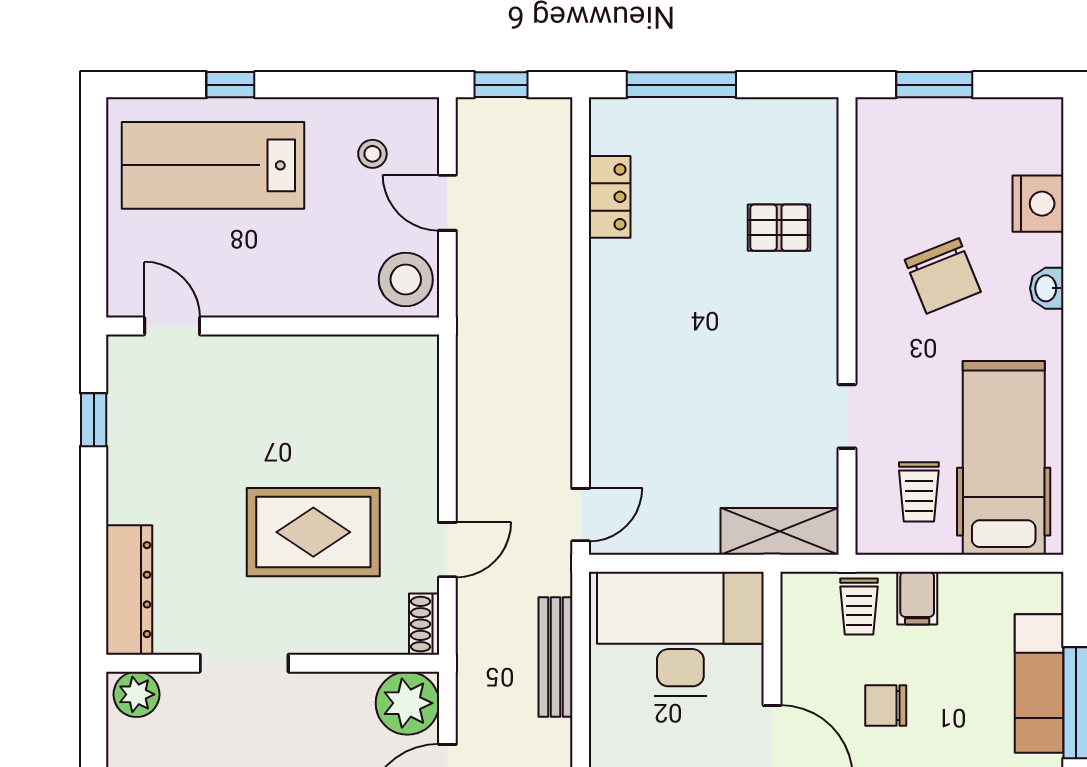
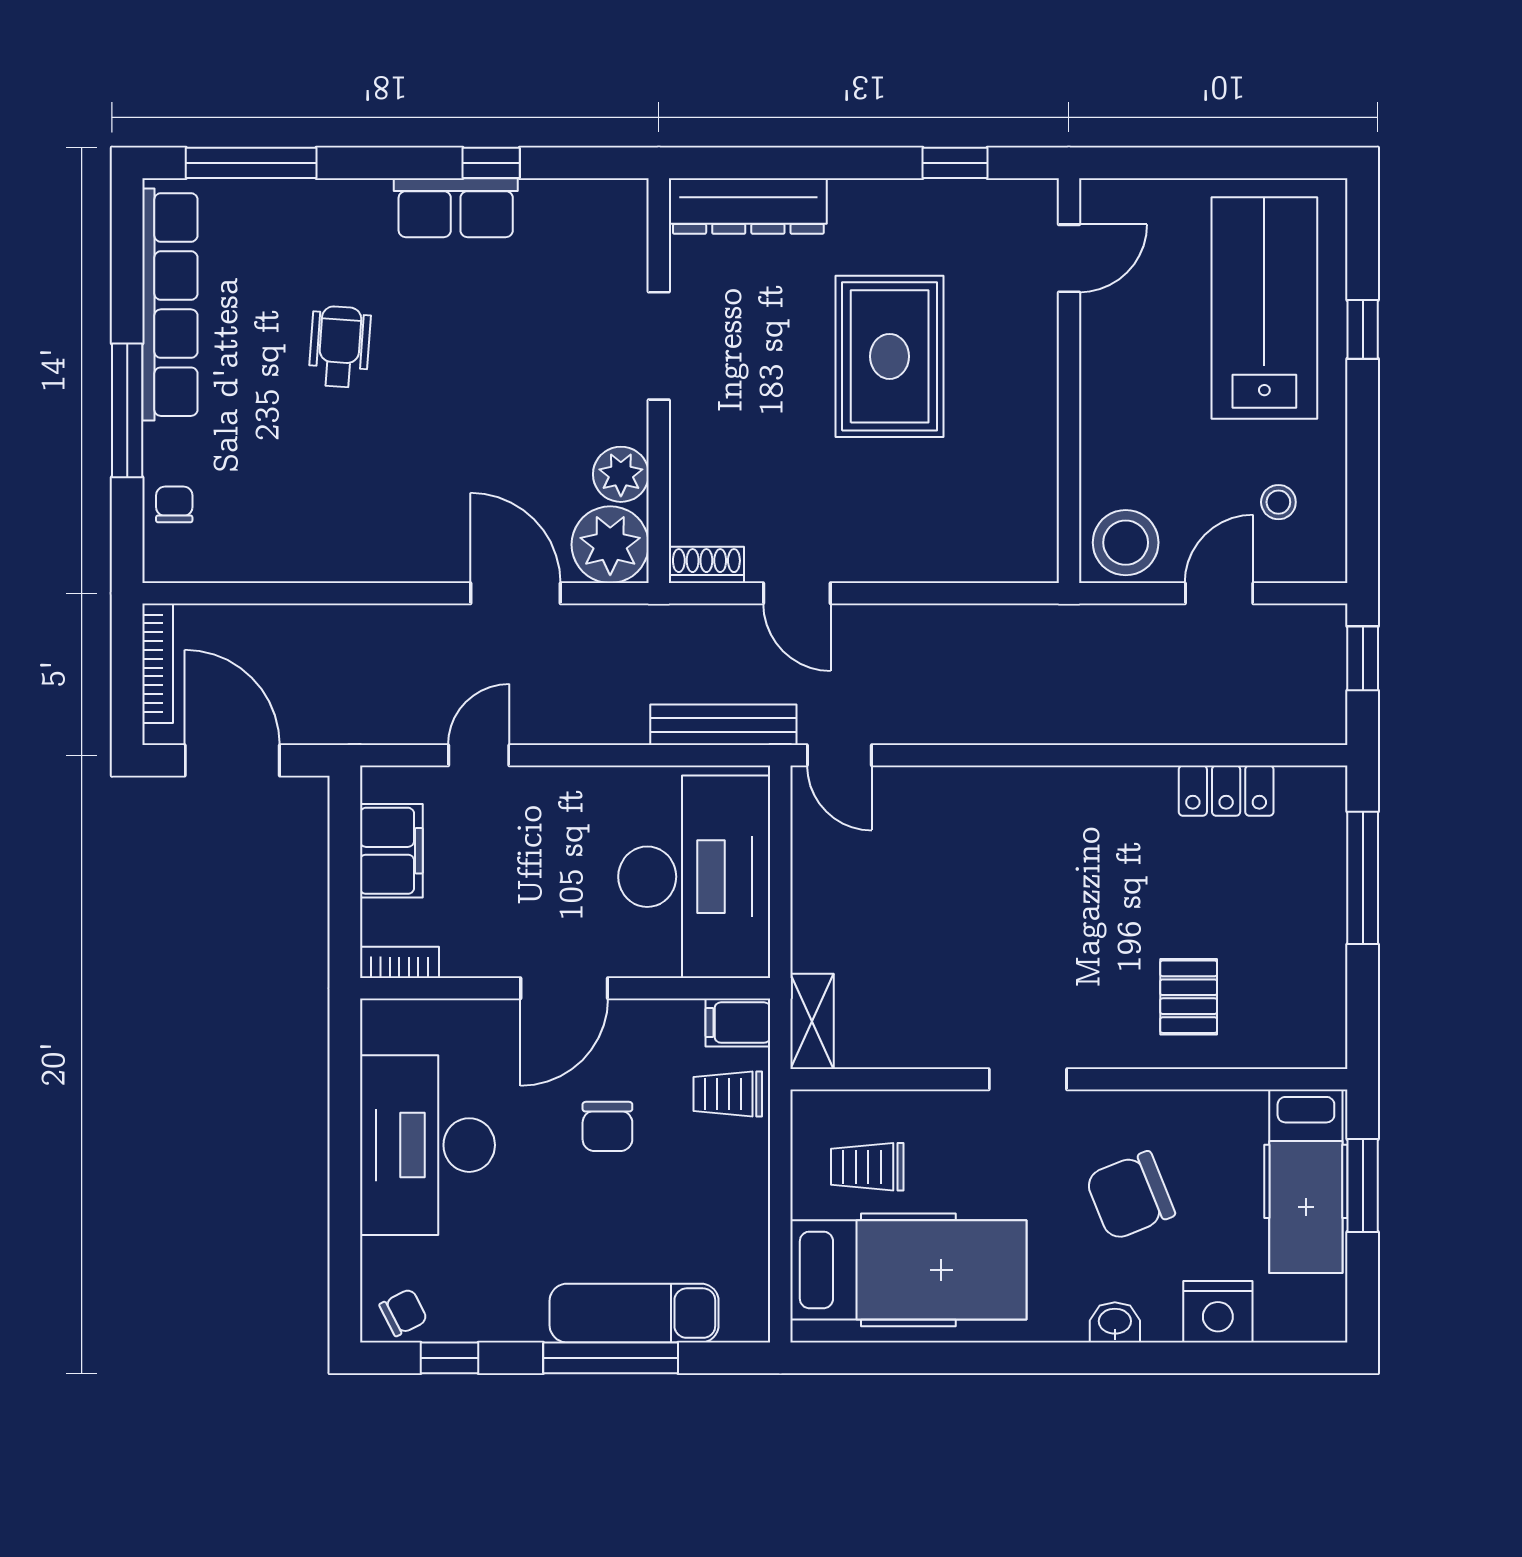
hospital bed: (931, 131) -> (1306, 1181), added
doorway: (847, 416) -> (1028, 1079), moved
shelving: (780, 531) -> (812, 1021), width x0.67, depth x0.75
rug: (313, 532) -> (890, 356), moved
filing cabinet: (917, 598) -> (738, 1023), moved
bench: (555, 657) -> (723, 725), moved
plant: (136, 694) -> (621, 474), moved
chair: (886, 705) -> (607, 1126), turned 180

